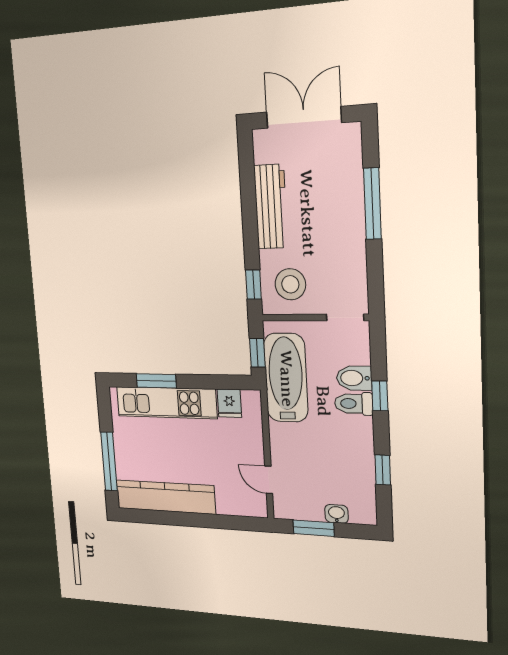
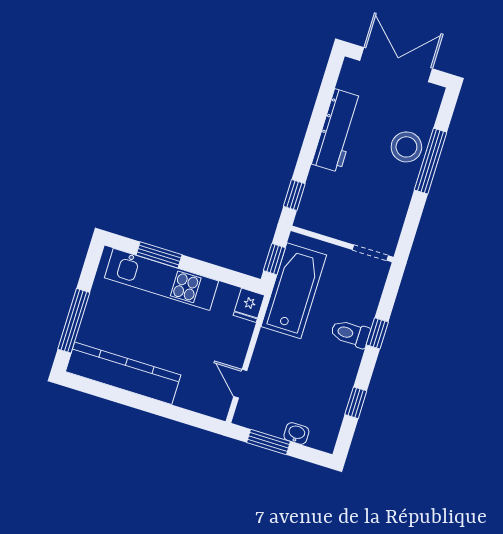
stool: (290, 284) -> (406, 147), moved
bidet: (354, 378) -> (359, 310), removed
fridge: (229, 403) -> (249, 305), moved

